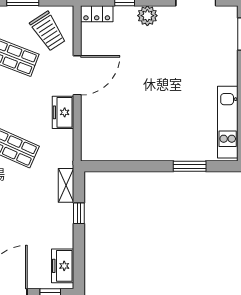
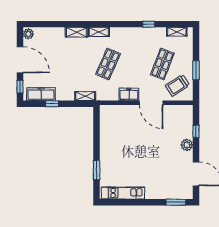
locker: (97, 14) -> (188, 115), removed
window: (79, 213) -> (52, 104), moved
freezer: (63, 266) -> (41, 94), width x1.40

